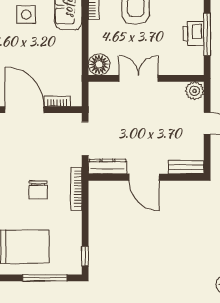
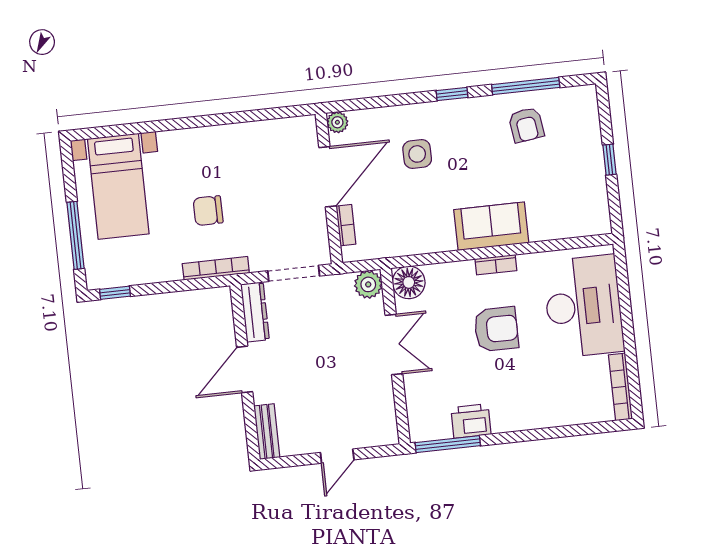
side table: (26, 15) -> (417, 154), moved
window: (207, 34) -> (448, 444), moved
plant: (195, 91) -> (368, 284), moved

